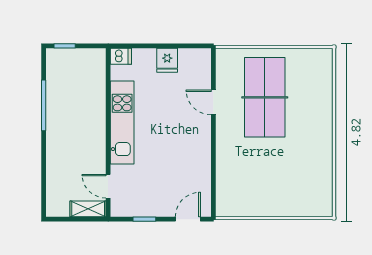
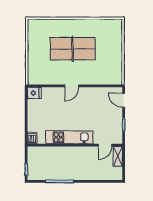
fridge: (167, 60) -> (34, 93), moved
table tennis table: (265, 97) -> (73, 49), moved
door: (213, 102) -> (72, 86), moved

